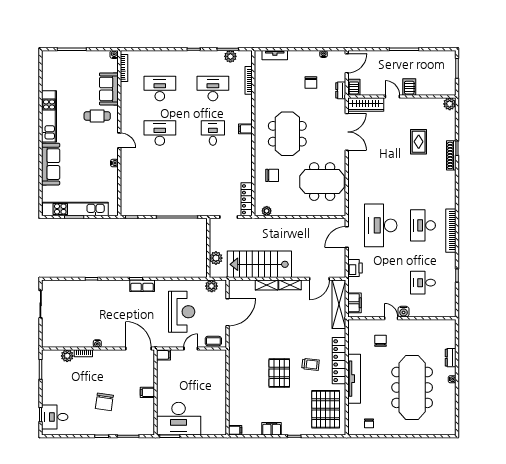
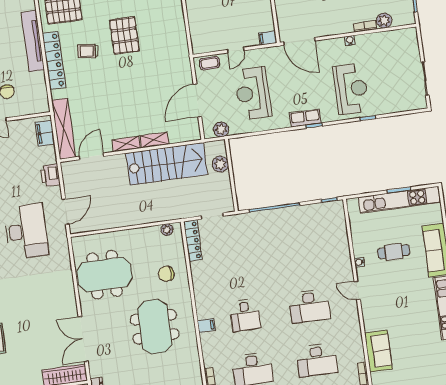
cafe table: (97, 116) -> (394, 252), moved
reception desk: (102, 304) -> (351, 89), added

